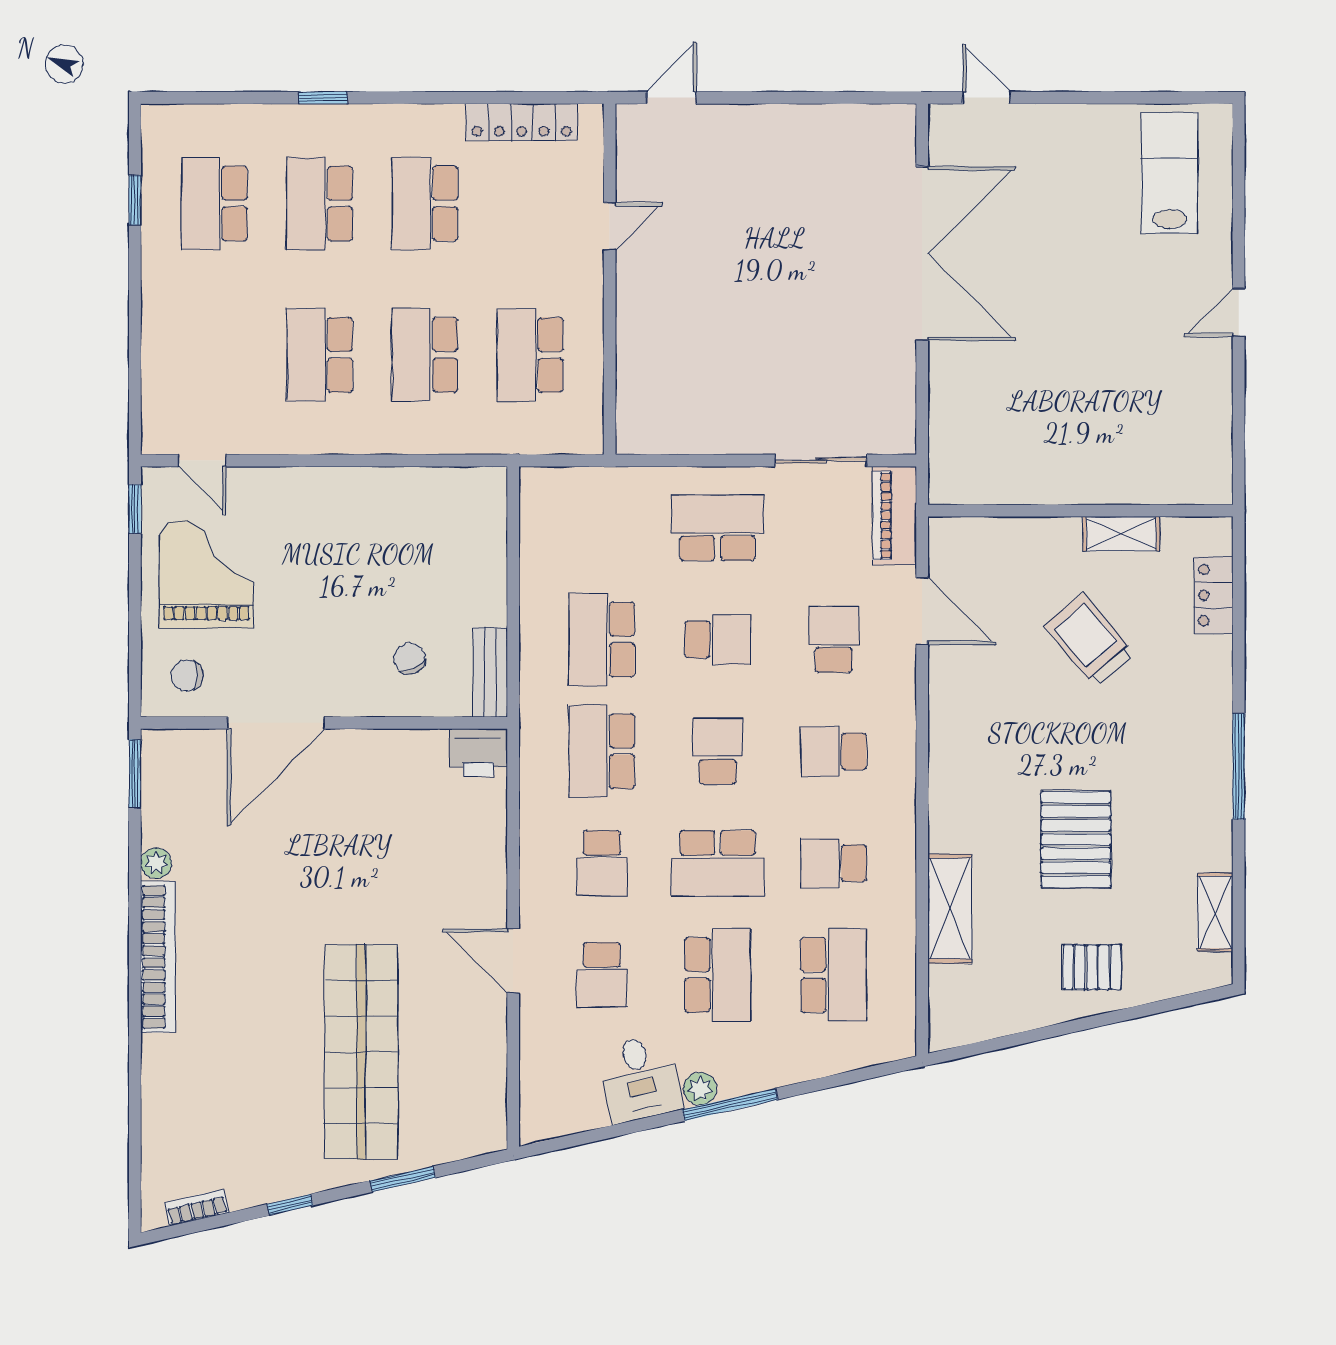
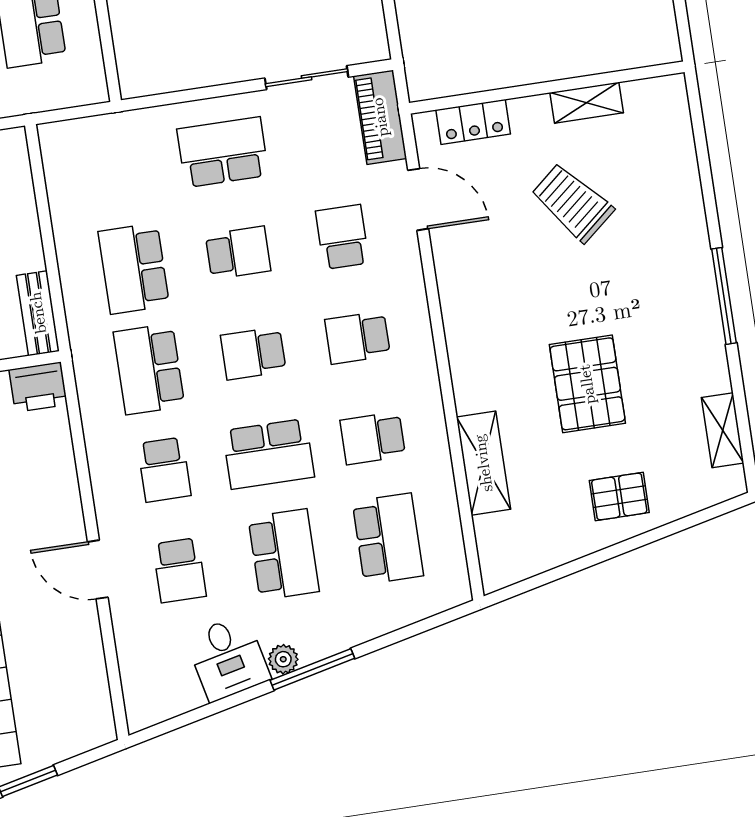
locker: (1213, 595) -> (473, 122), moved, turned -90
school desk: (718, 751) -> (253, 353), turned -90

